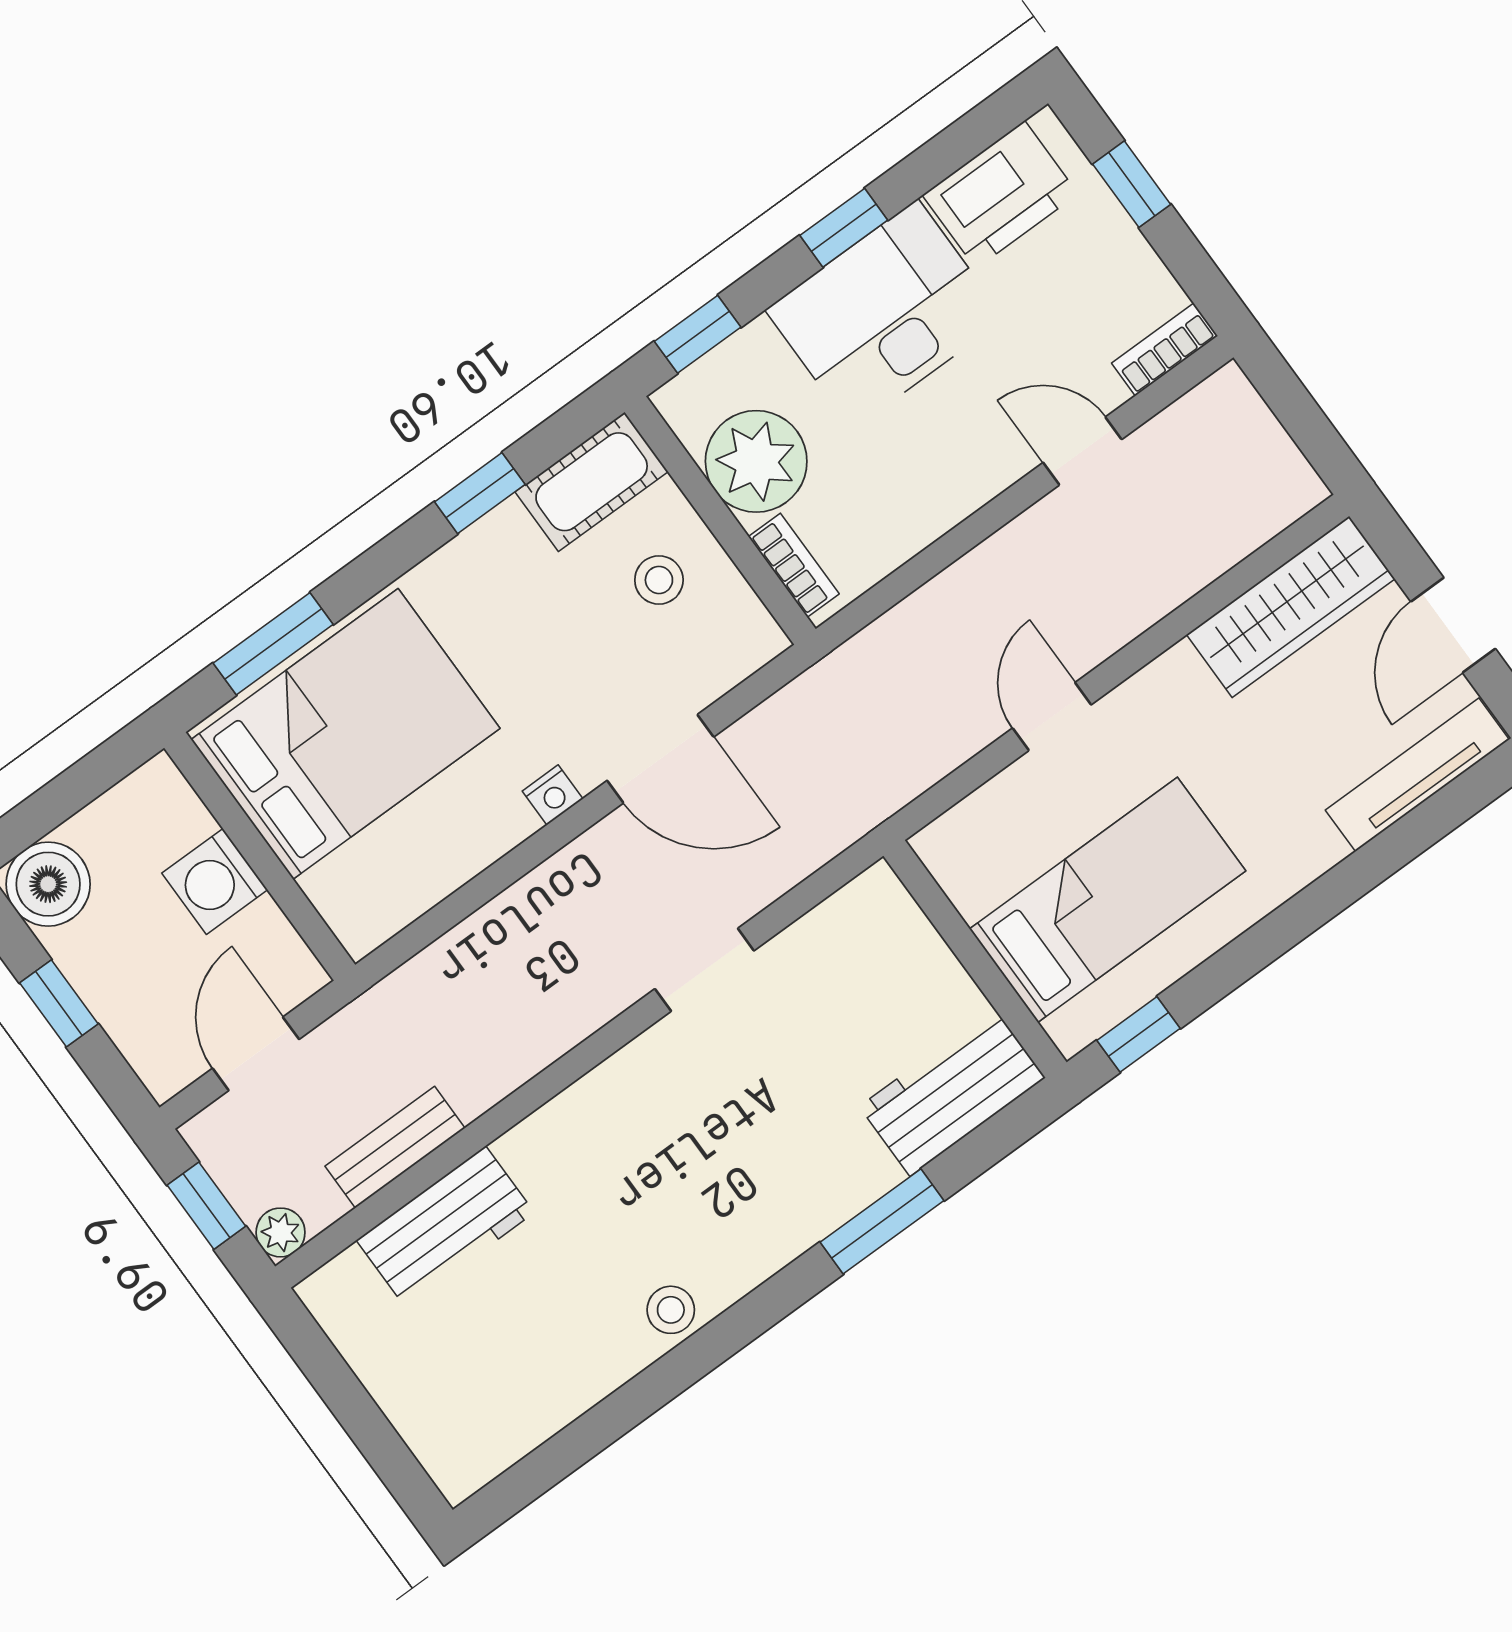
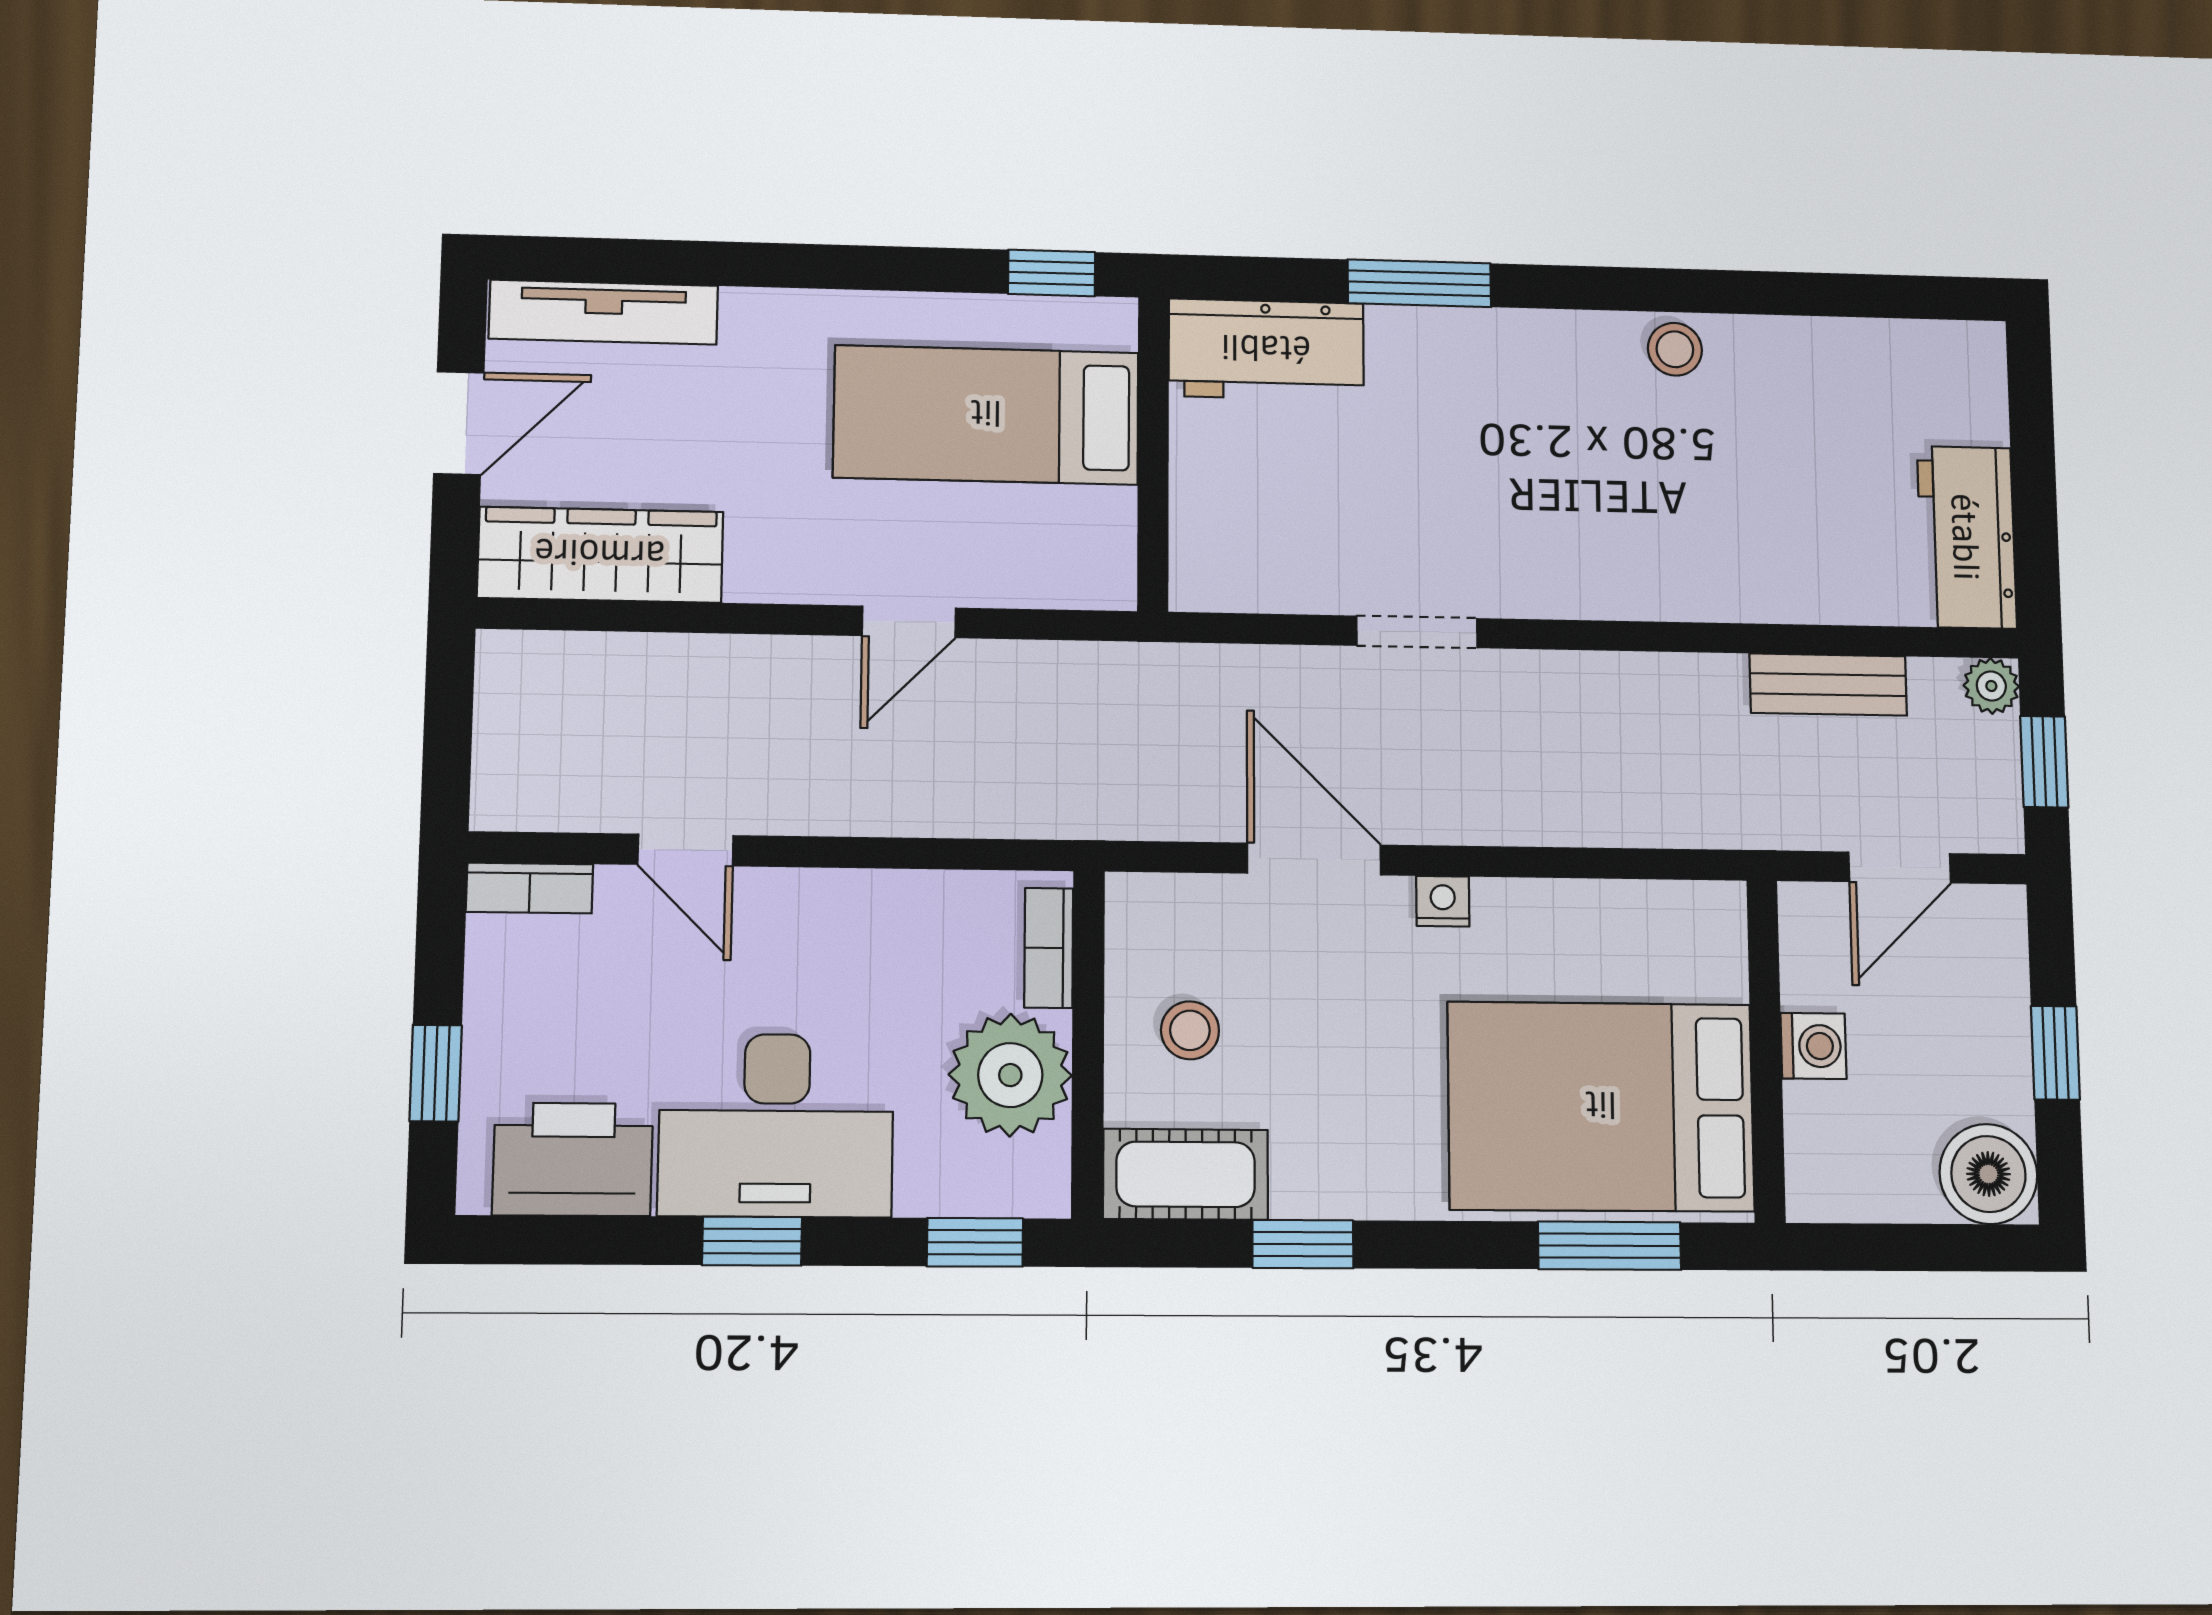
washing machine: (215, 881) -> (1813, 1046), width x0.73, depth x0.73
workbench: (445, 1226) -> (1967, 537), moved, turned -90

